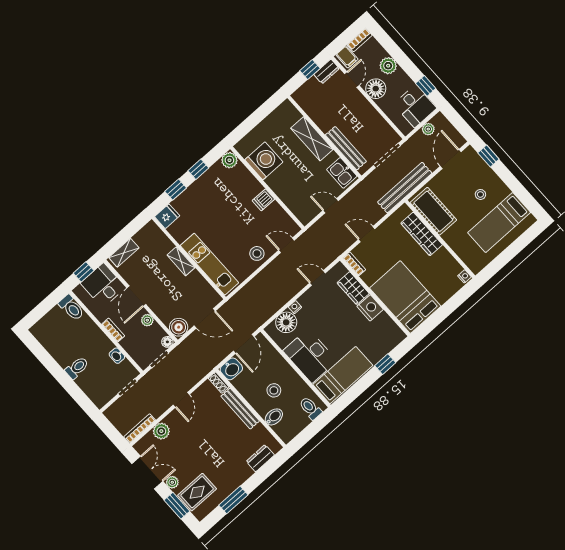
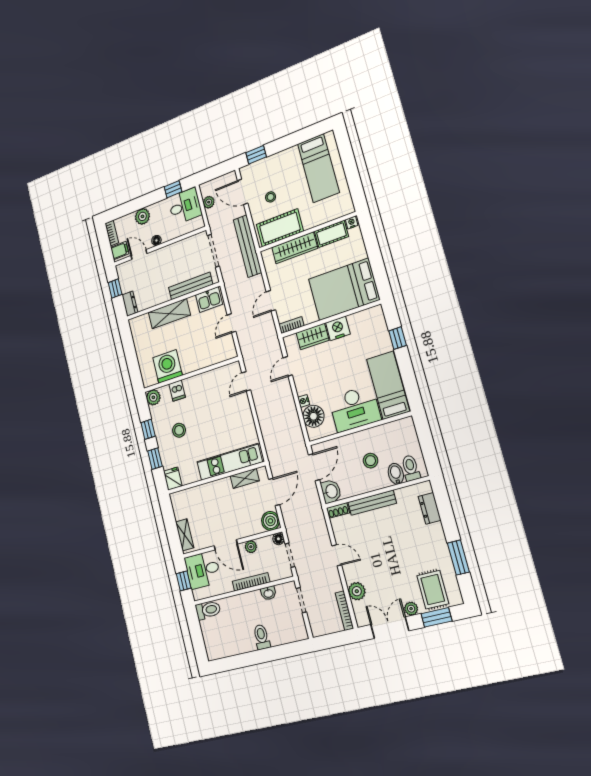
dresser: (327, 71) -> (130, 304), moved
floor lamp: (376, 89) -> (156, 240), width x0.53, depth x0.53
stool: (480, 194) -> (271, 197), moved
dishwasher: (263, 200) -> (177, 391), moved
stool: (257, 253) -> (179, 430), moved
shelving: (181, 261) -> (245, 478), moved
cot: (447, 263) -> (331, 234), added
bookcase: (113, 330) -> (251, 582), width x1.56
door: (244, 344) -> (314, 467), hinge flipped
toilet: (310, 408) -> (411, 468), moved, turned 90

